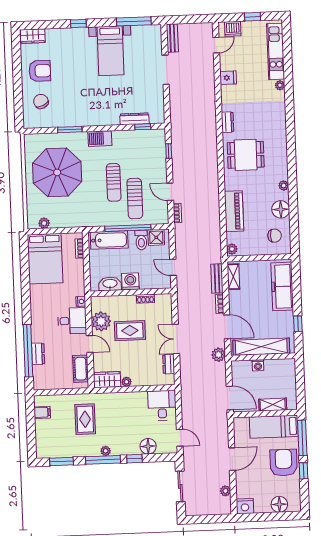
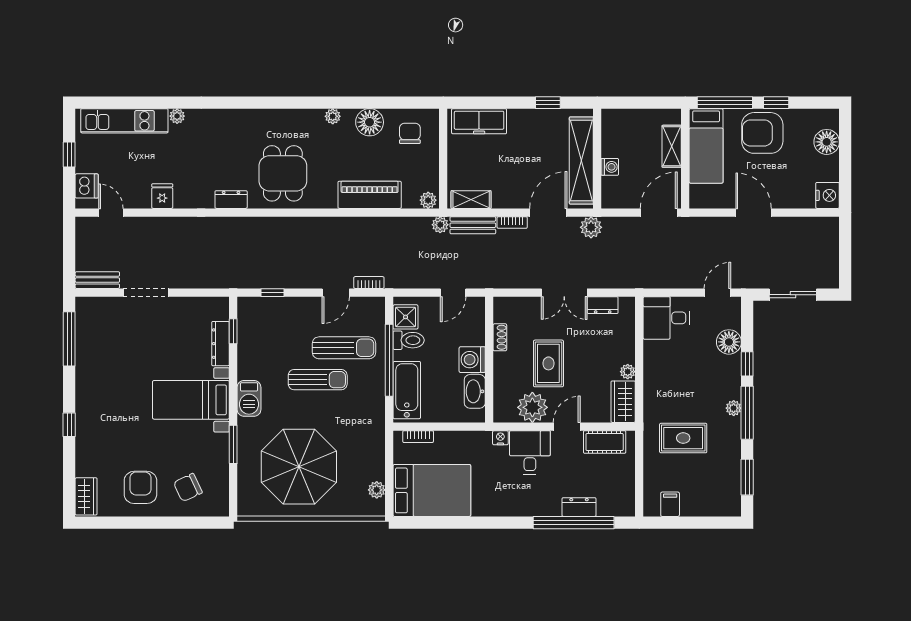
bed with nightstands: (110, 51) -> (191, 400), moved, turned 180
freezer: (282, 286) -> (479, 121), width x0.73, depth x0.79
plant: (225, 491) -> (440, 225), moved

